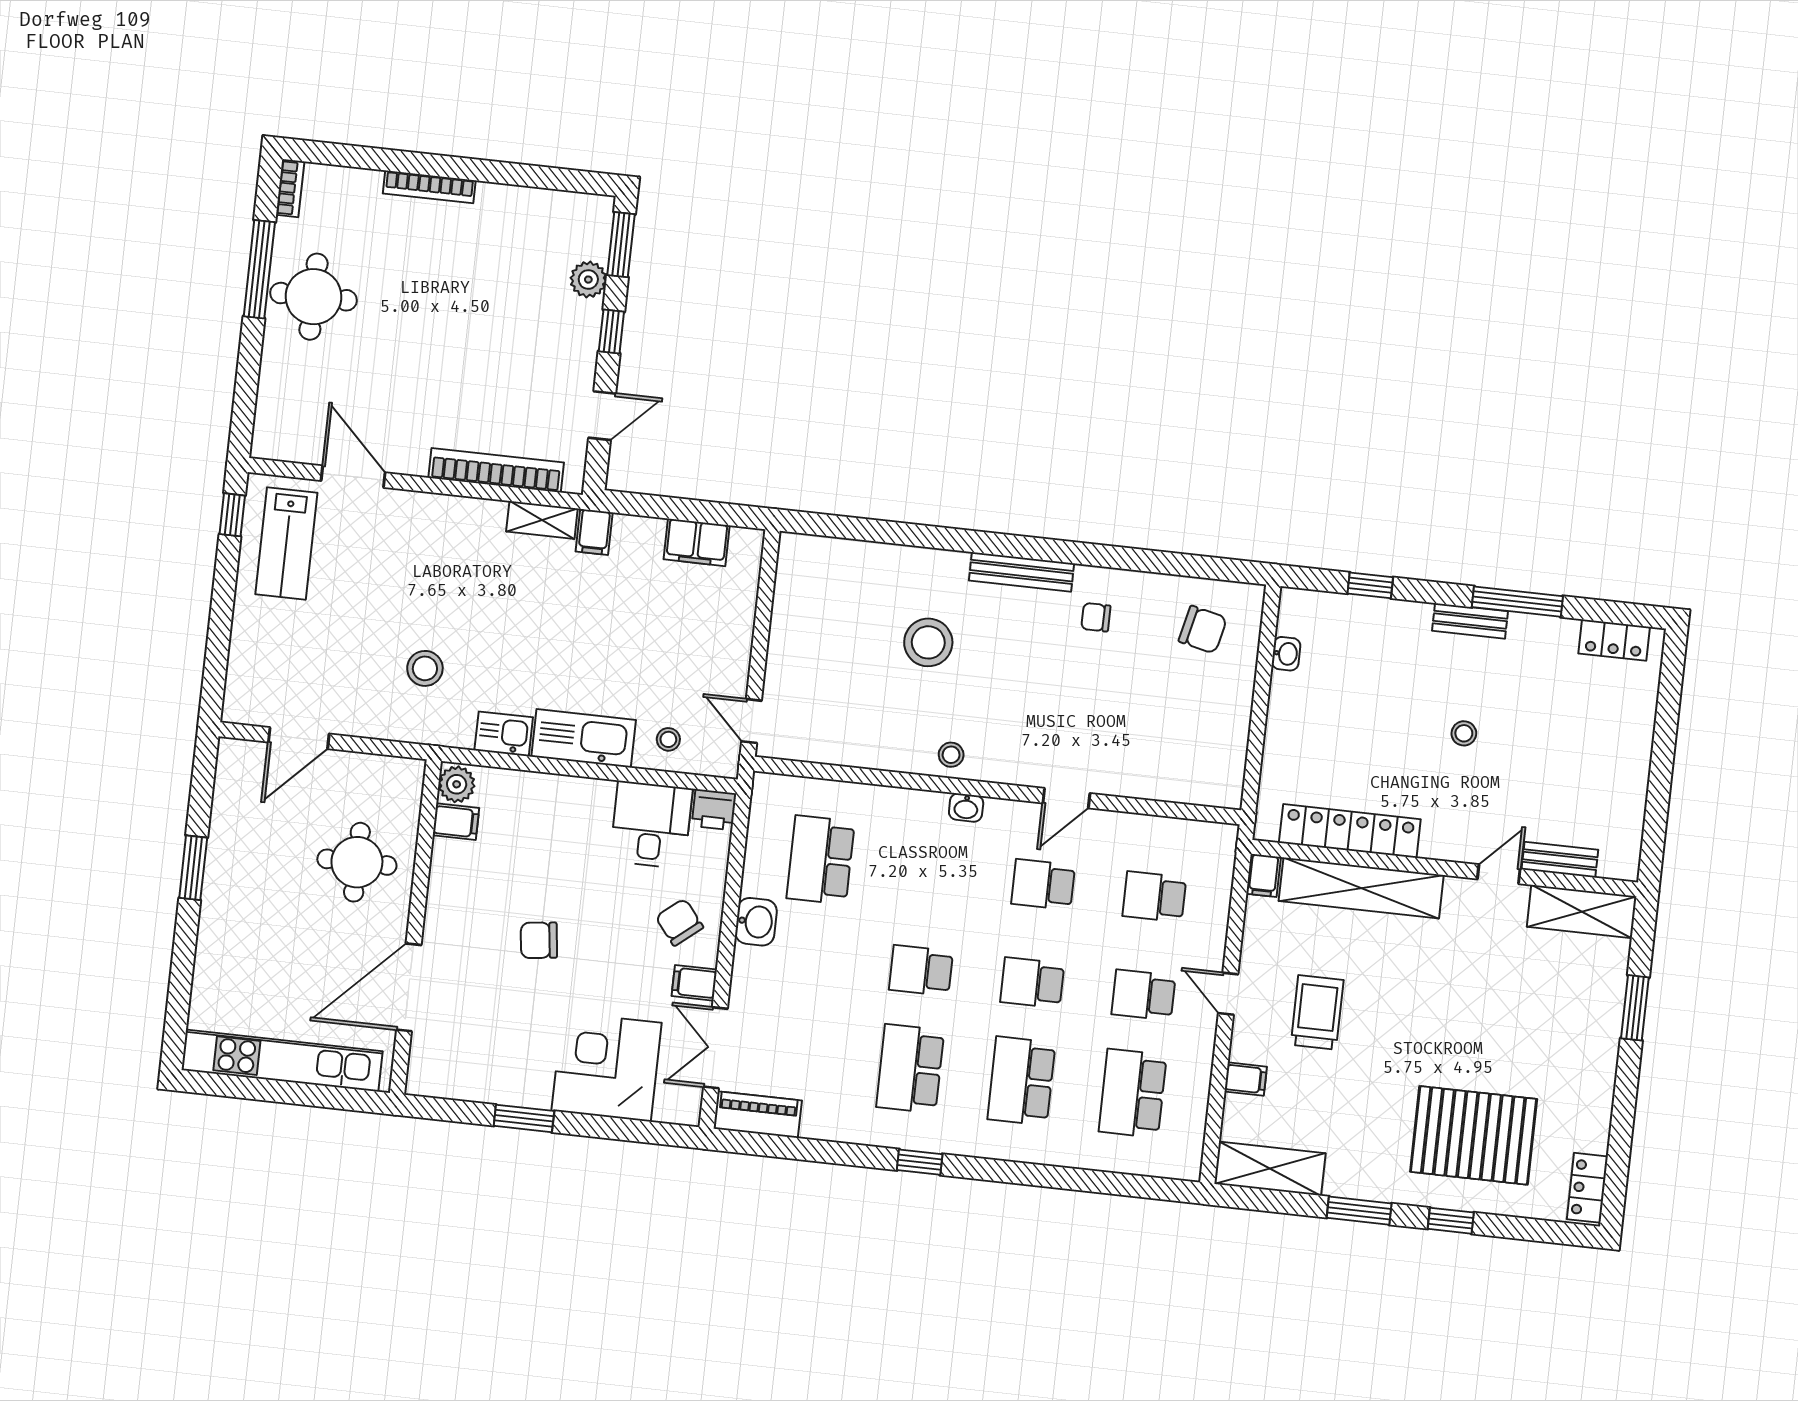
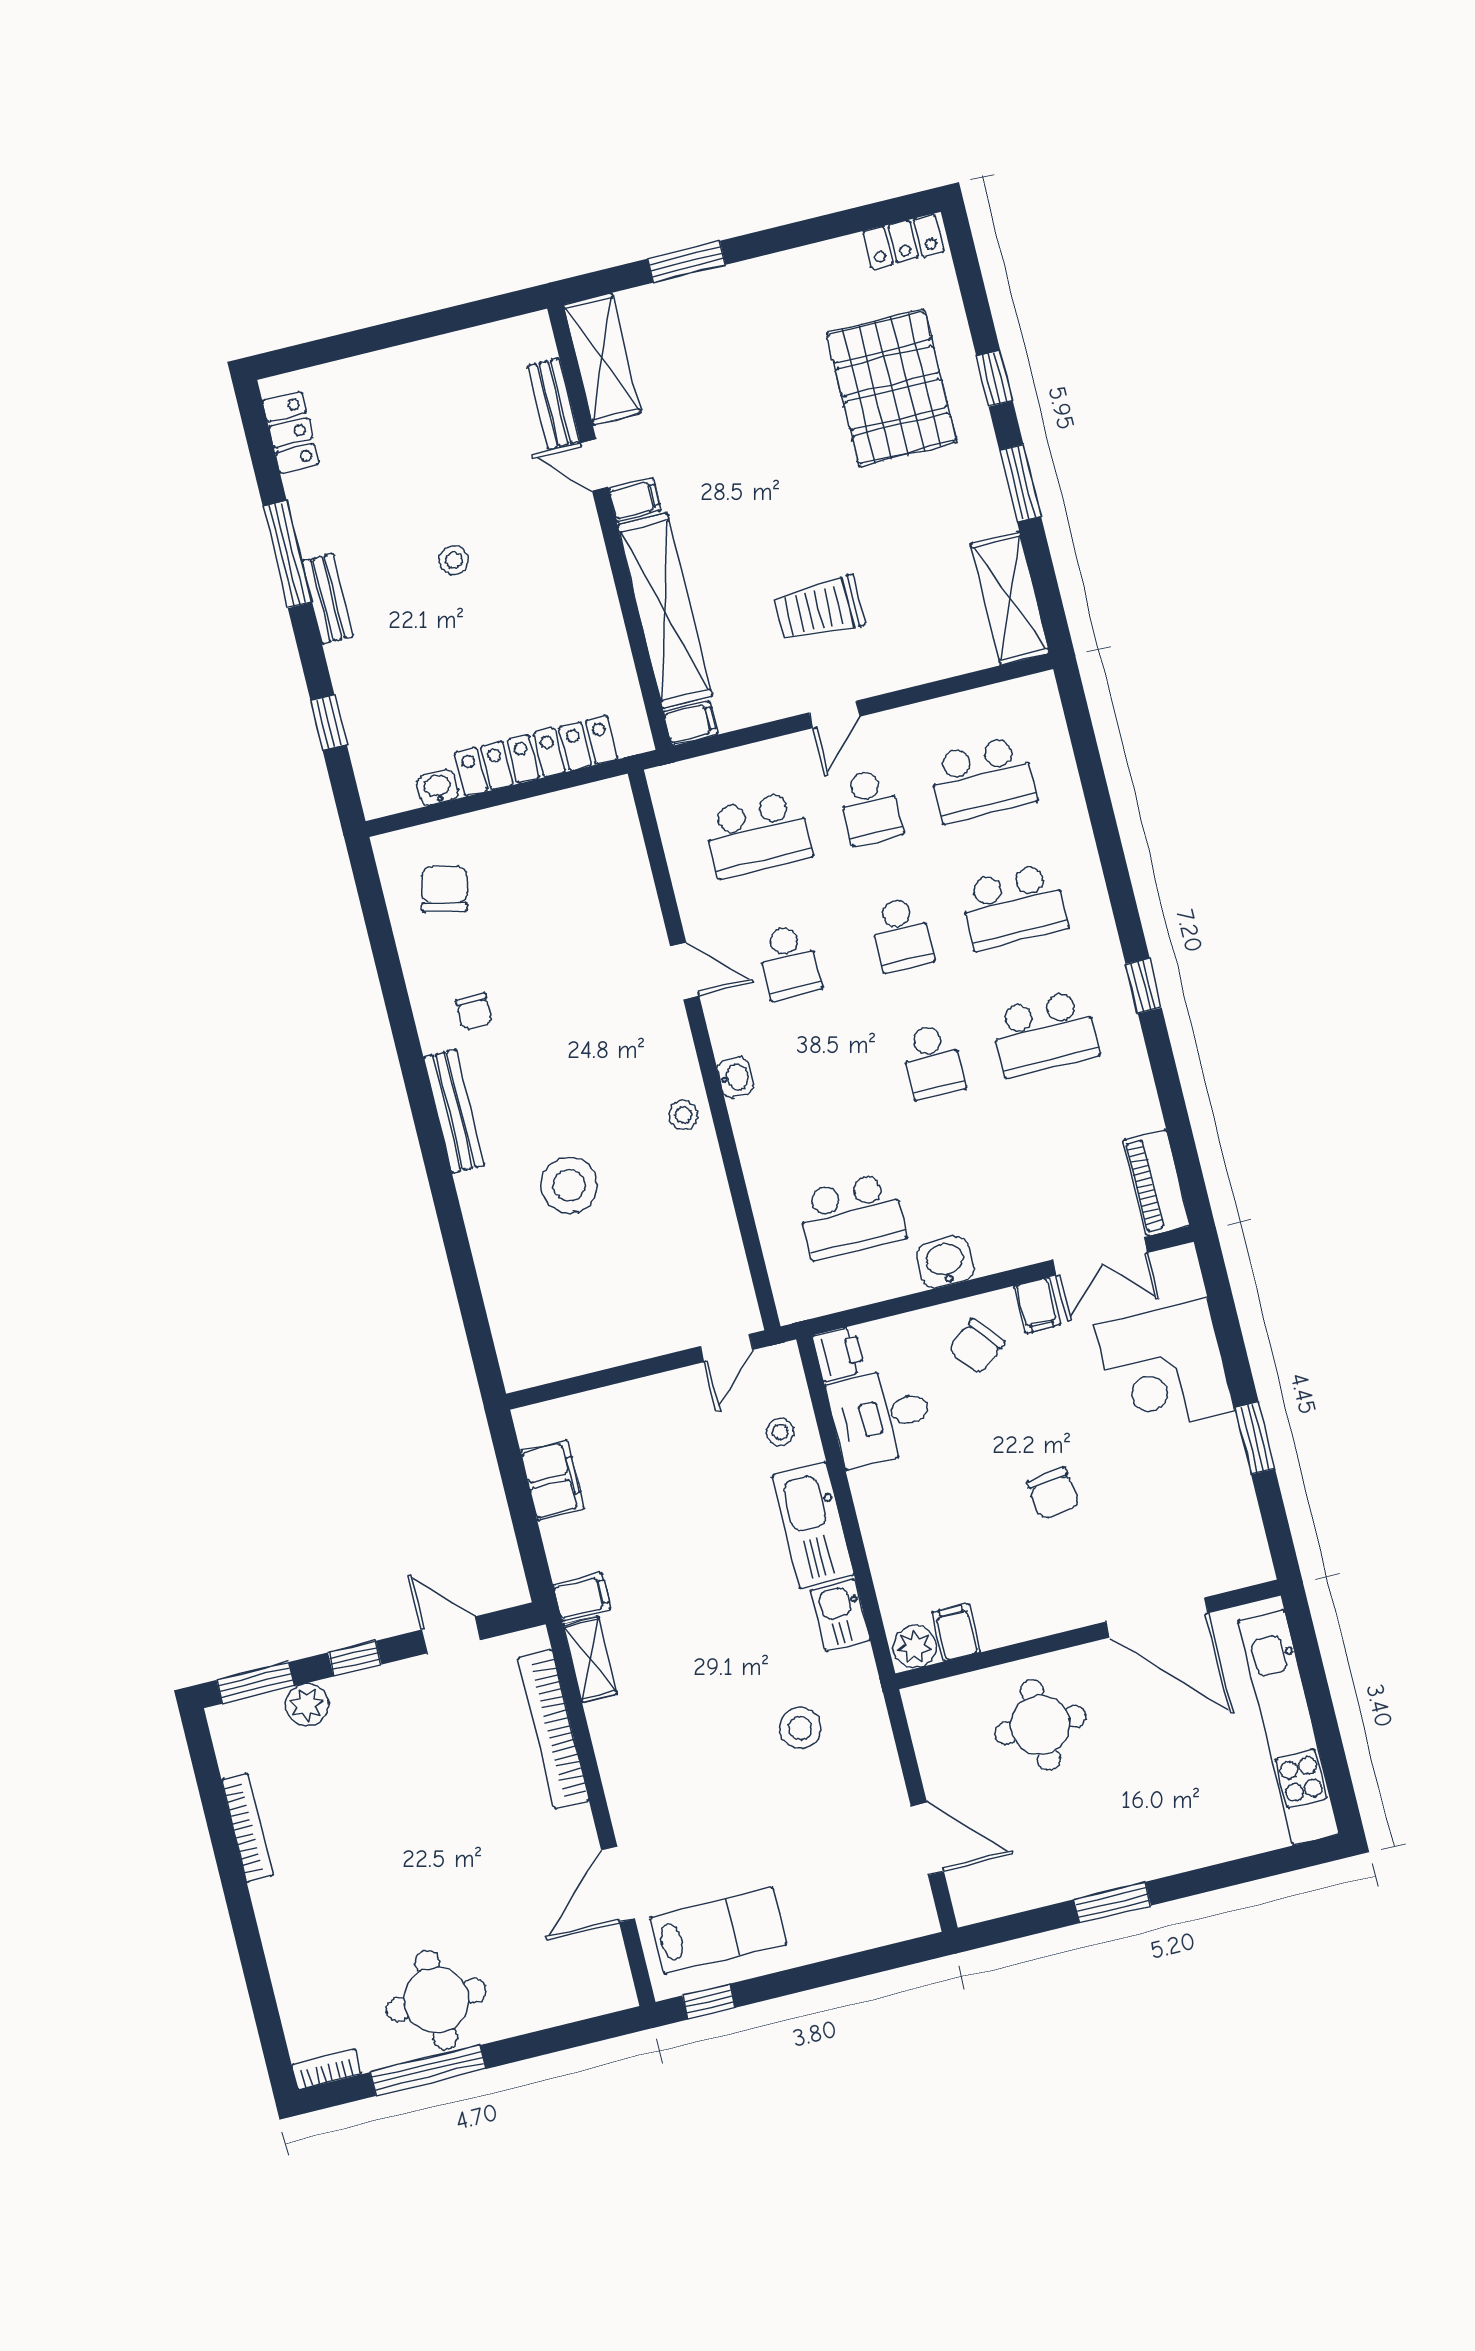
bookcase: (429, 187) -> (247, 1828), moved
locker: (1350, 831) -> (536, 756), moved, turned 90
school desk: (1154, 897) -> (758, 835), width x1.85
filing cabinet: (1246, 1079) -> (635, 500), moved, turned 90

